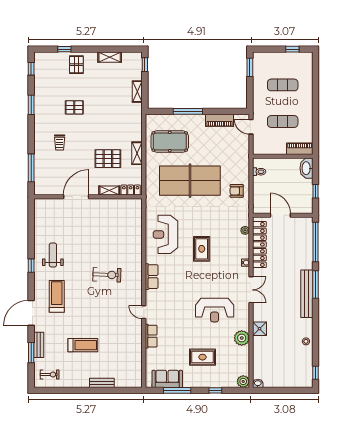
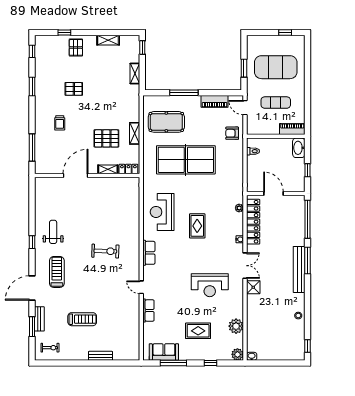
window: (250, 67) -> (244, 68), moved
exercise mat: (283, 85) -> (276, 67), width x2.00, depth x1.45
armchair: (237, 191) -> (232, 133), moved
shower: (259, 329) -> (253, 287), moved
plant: (242, 338) -> (236, 326), moved

